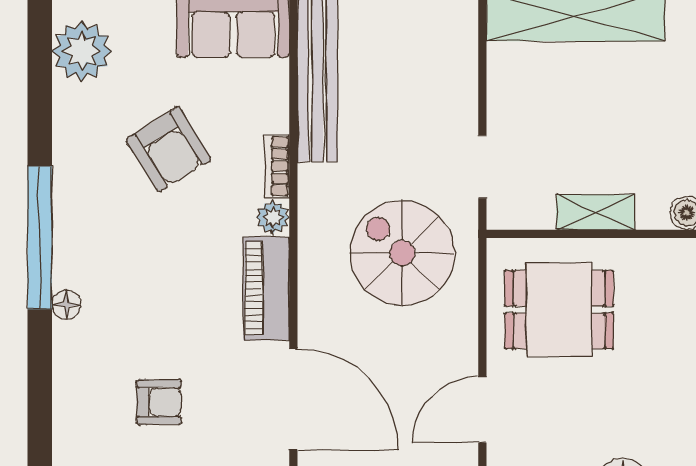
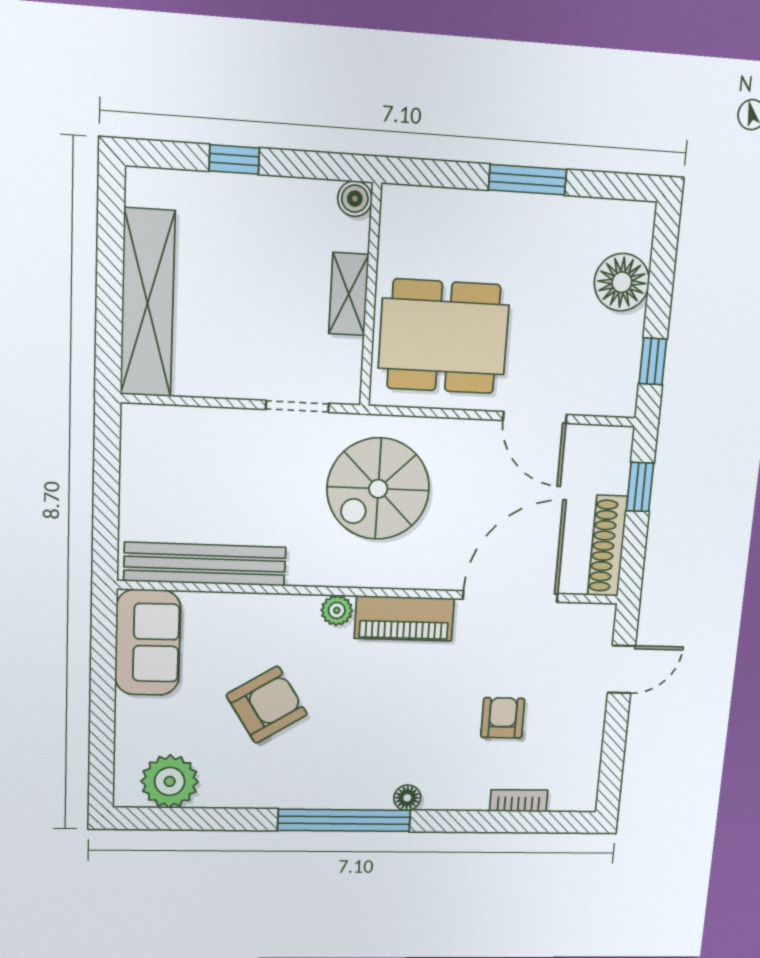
bookcase: (277, 166) -> (519, 801), moved, turned 180
dining table: (559, 310) -> (444, 337), width x1.38

